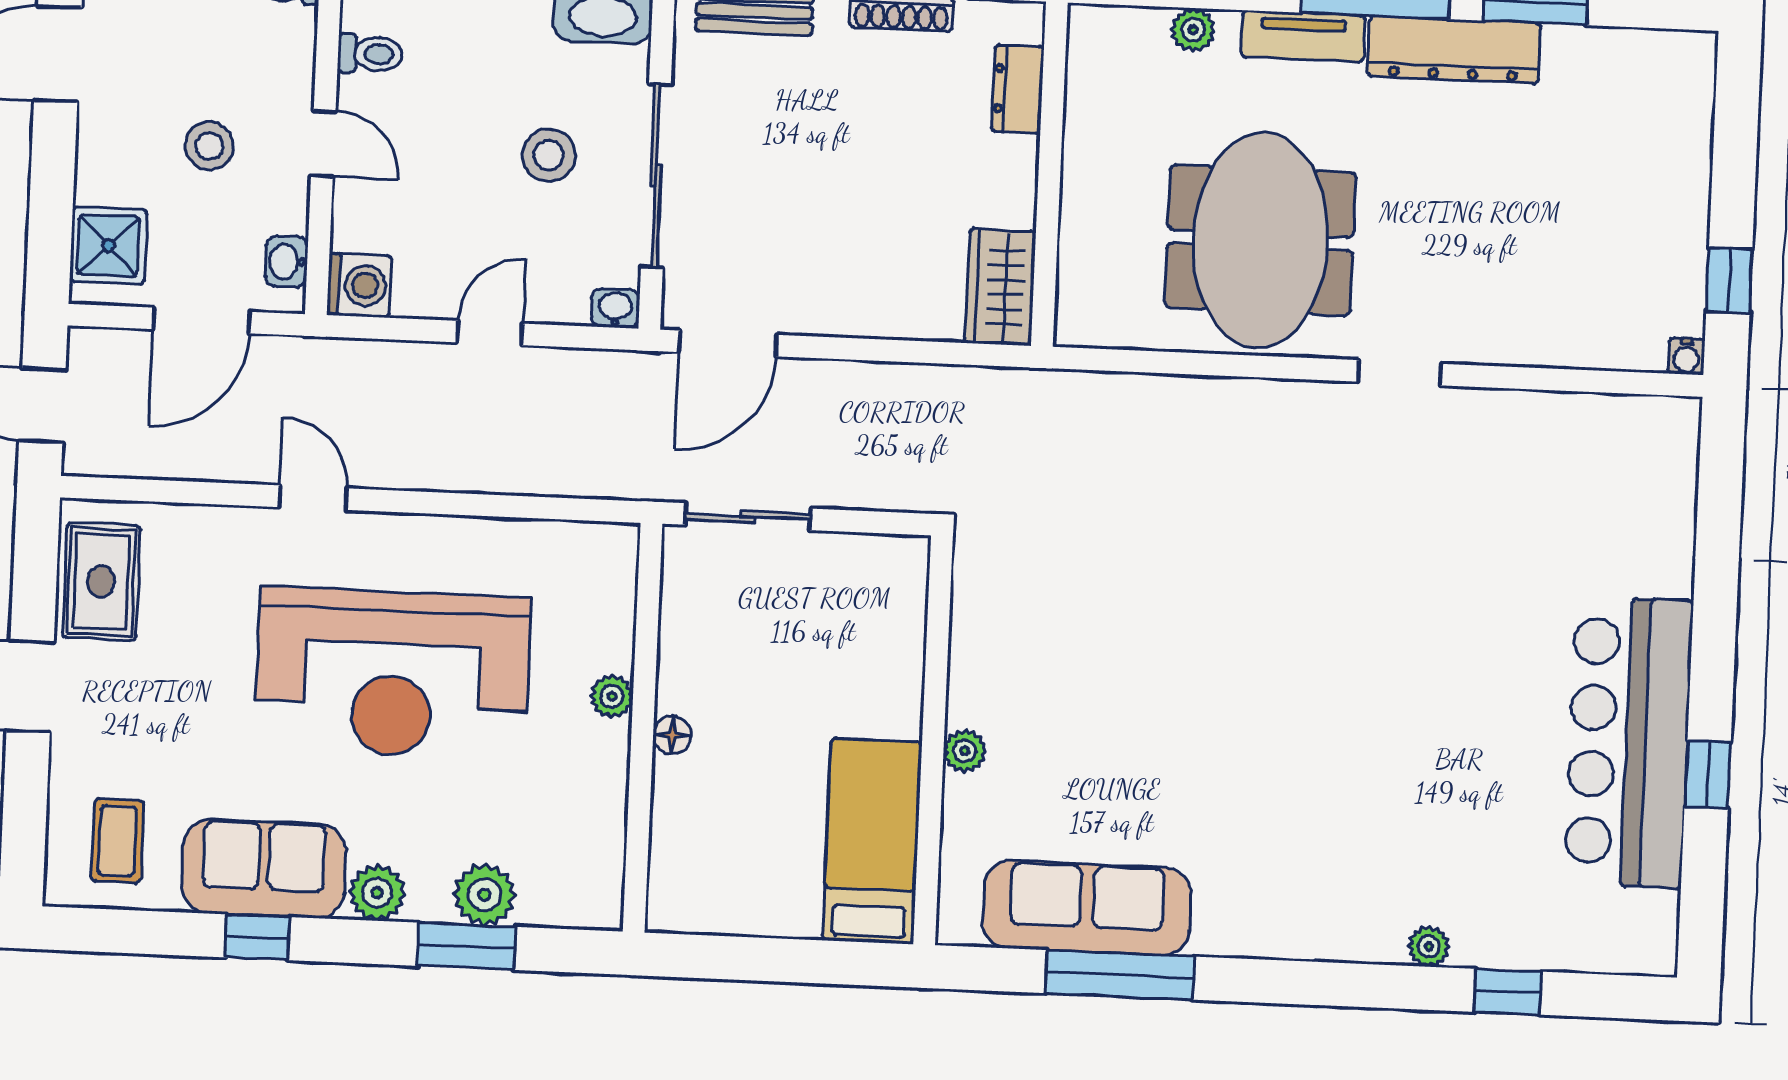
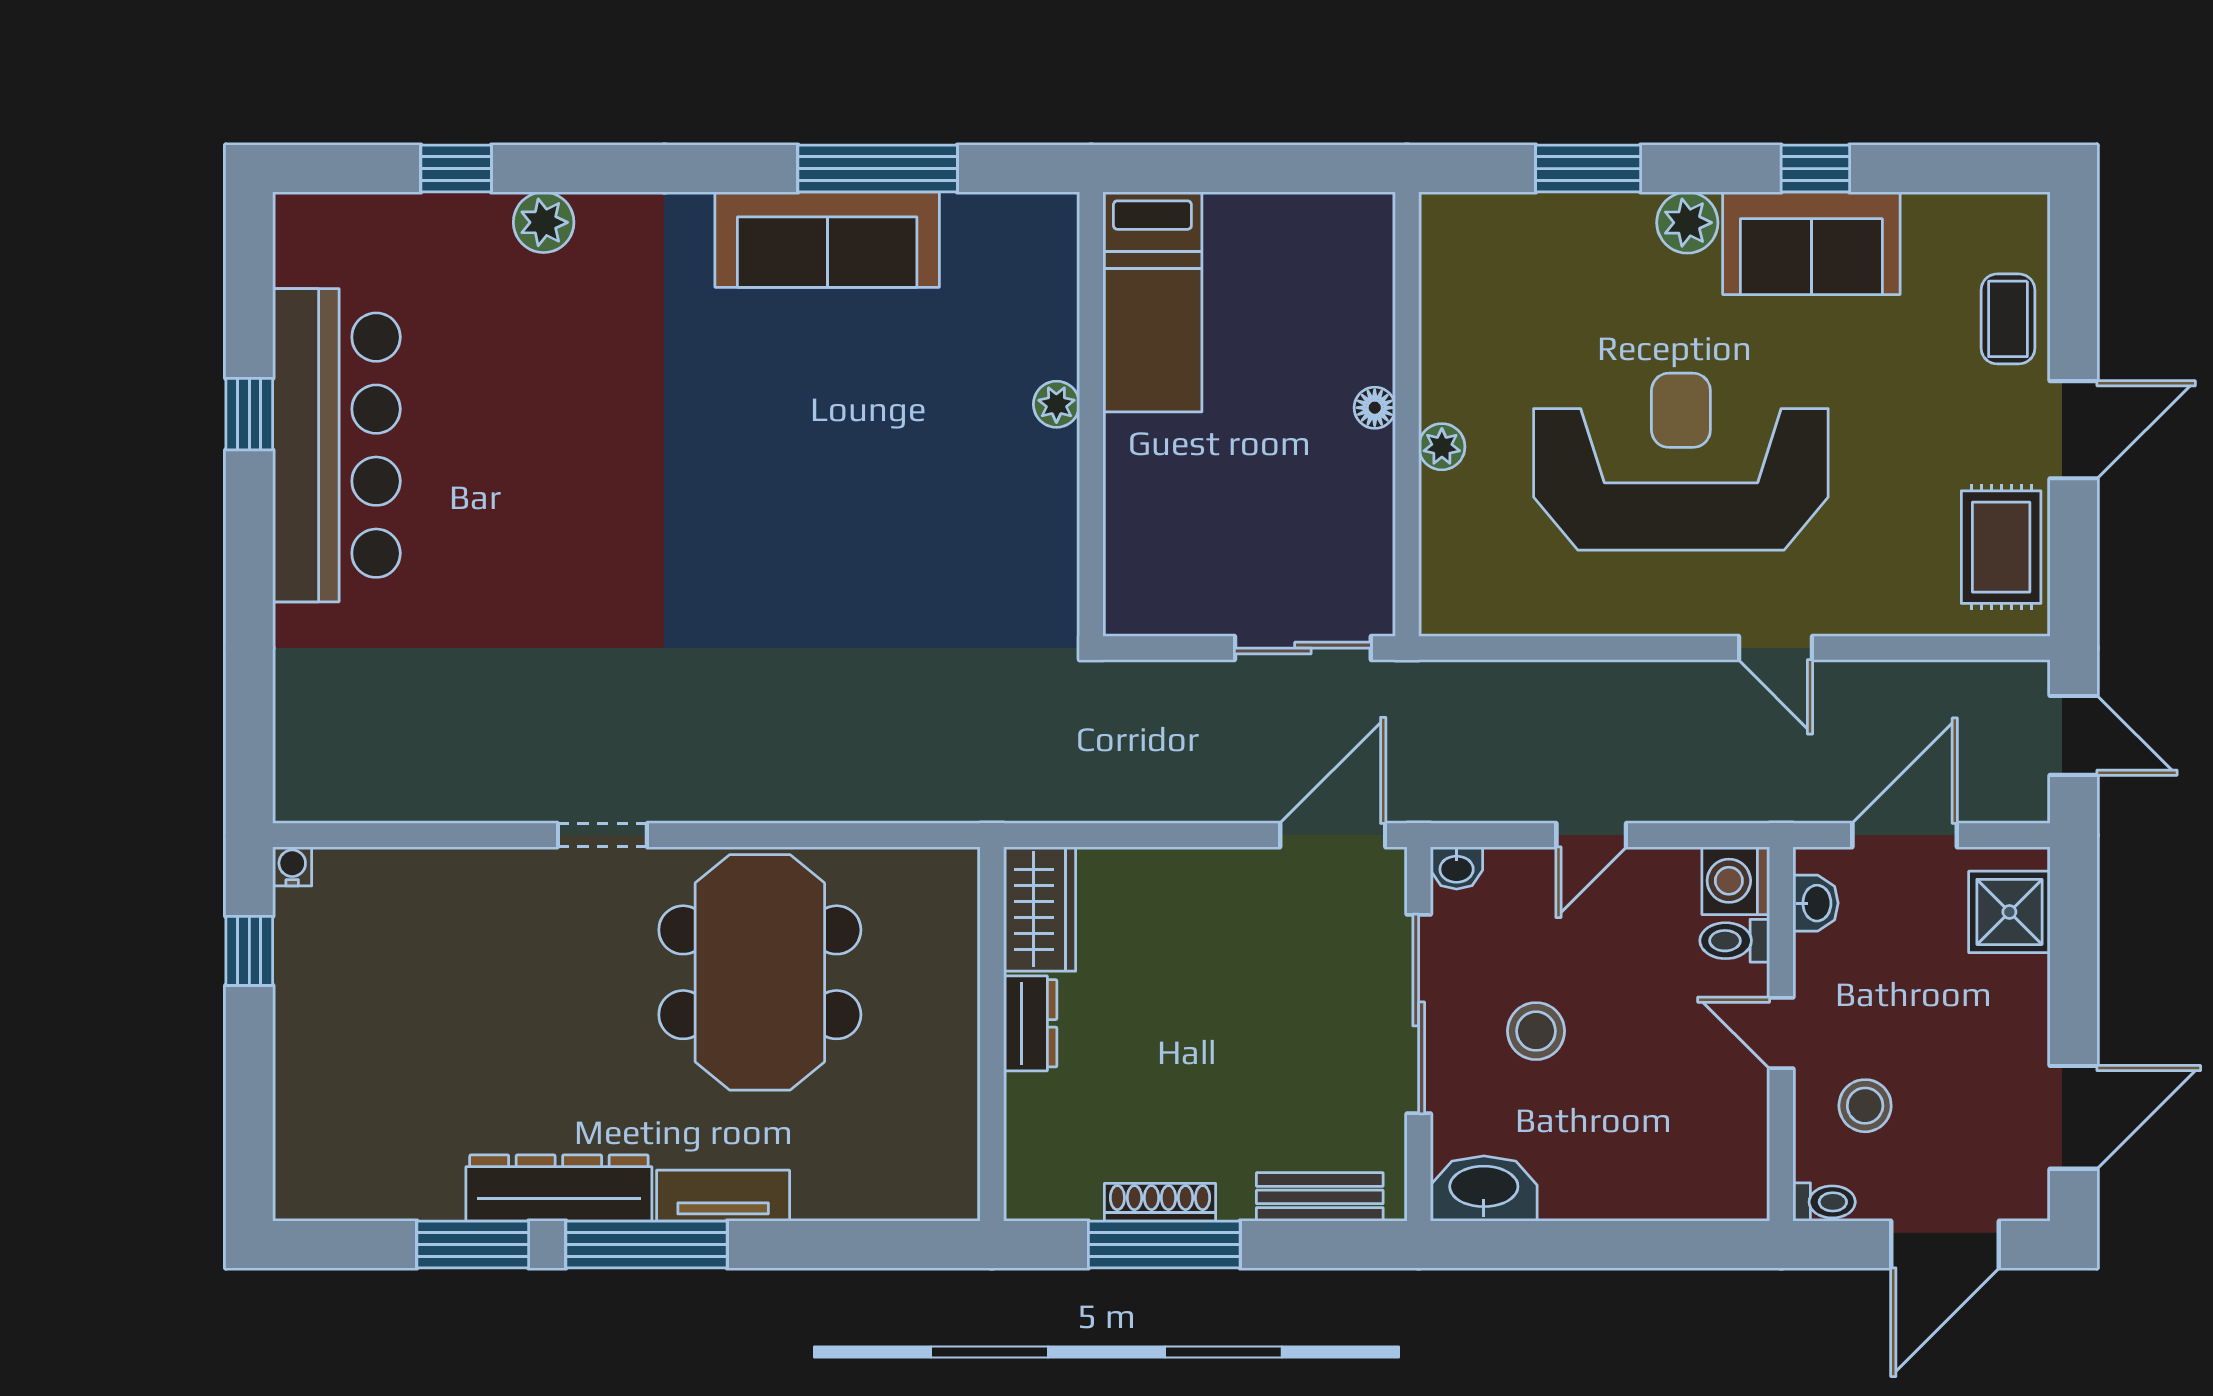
plant: (1193, 30) -> (843, 1197), removed
toilet: (370, 54) -> (1735, 941), moved
dresser: (1018, 89) -> (1030, 1023), moved
stool: (209, 146) -> (1865, 1106), moved
coffee table: (118, 841) -> (2008, 319), moved
plant: (485, 895) -> (1571, 225), removed
sofa: (1087, 908) -> (827, 240), moved
plant: (1429, 946) -> (544, 222), width x1.38, depth x1.38

